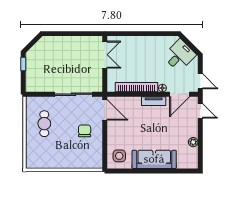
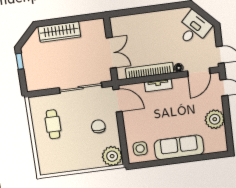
wardrobe: (62, 43) -> (59, 32), added
double door: (105, 55) -> (111, 53), moved
tv unit: (154, 101) -> (158, 85), moved
plant: (193, 142) -> (215, 119), width x1.88, depth x1.88
plant: (93, 159) -> (112, 156), added

